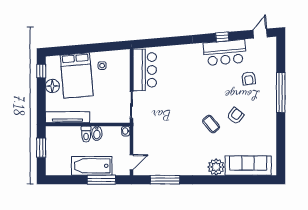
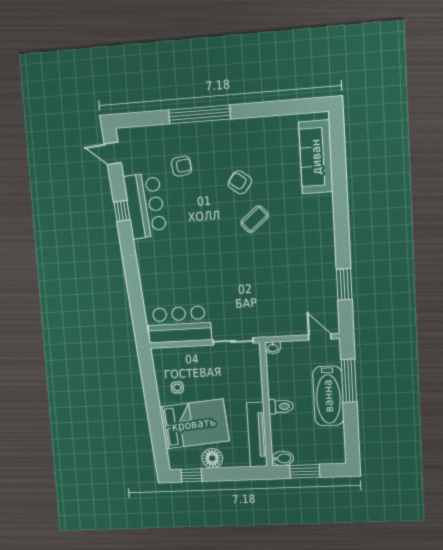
bidet: (97, 133) -> (283, 458), moved
plant: (216, 167) -> (321, 207), removed
window: (165, 180) -> (344, 284), width x0.69

